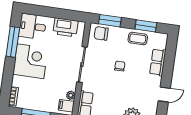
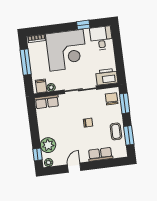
printer: (66, 27) -> (107, 77), moved, turned 90
window: (13, 42) -> (83, 25), width x0.46
corner desk: (30, 61) -> (67, 50), width x1.36, depth x1.36
door: (164, 94) -> (74, 168), swing flipped

